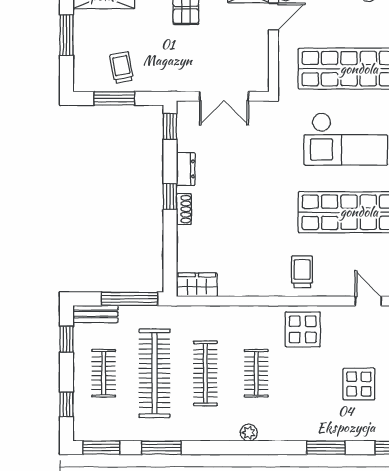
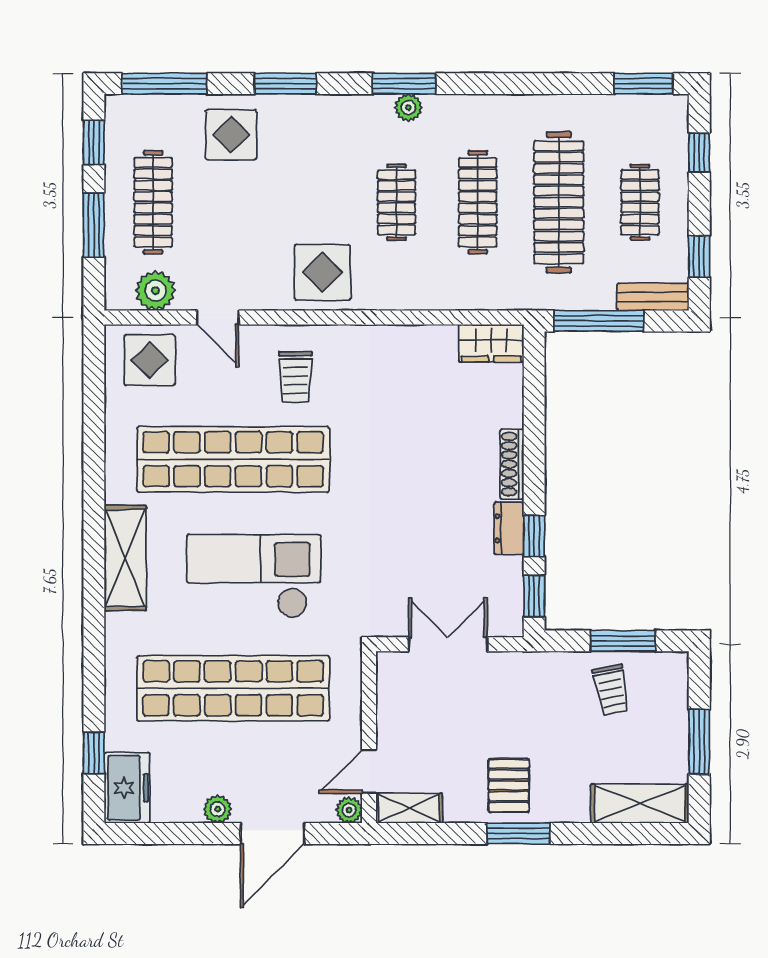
window: (170, 196) -> (534, 536), moved
shoe rack: (184, 209) -> (512, 464), width x1.43
trolley: (302, 272) -> (295, 377), moved
display table: (359, 384) -> (231, 135), moved
window: (161, 448) -> (404, 84), moved

